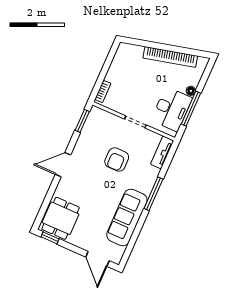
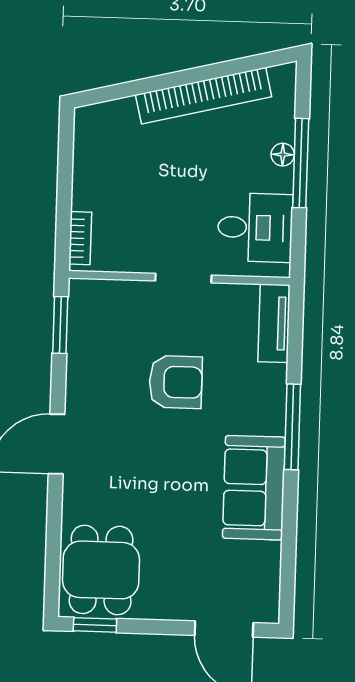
desk: (172, 109) -> (255, 228), width x0.73
window: (191, 109) -> (301, 163), moved
armchair: (117, 159) -> (176, 382), turned -90
sofa: (127, 218) -> (254, 488), width x0.73

